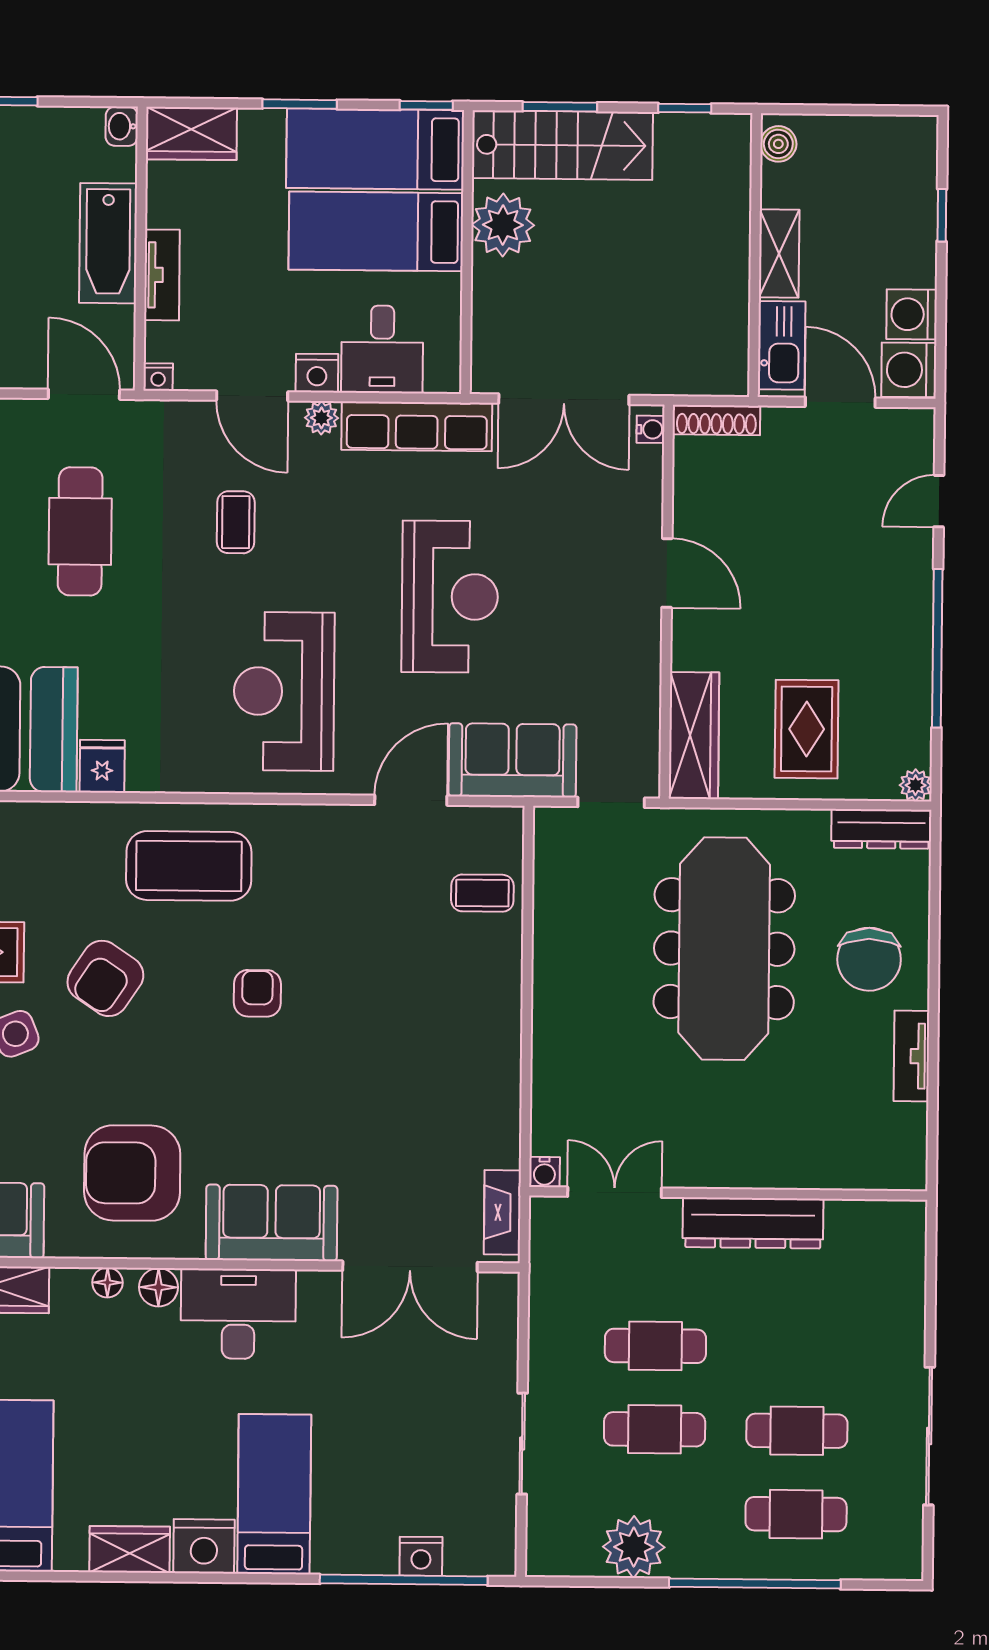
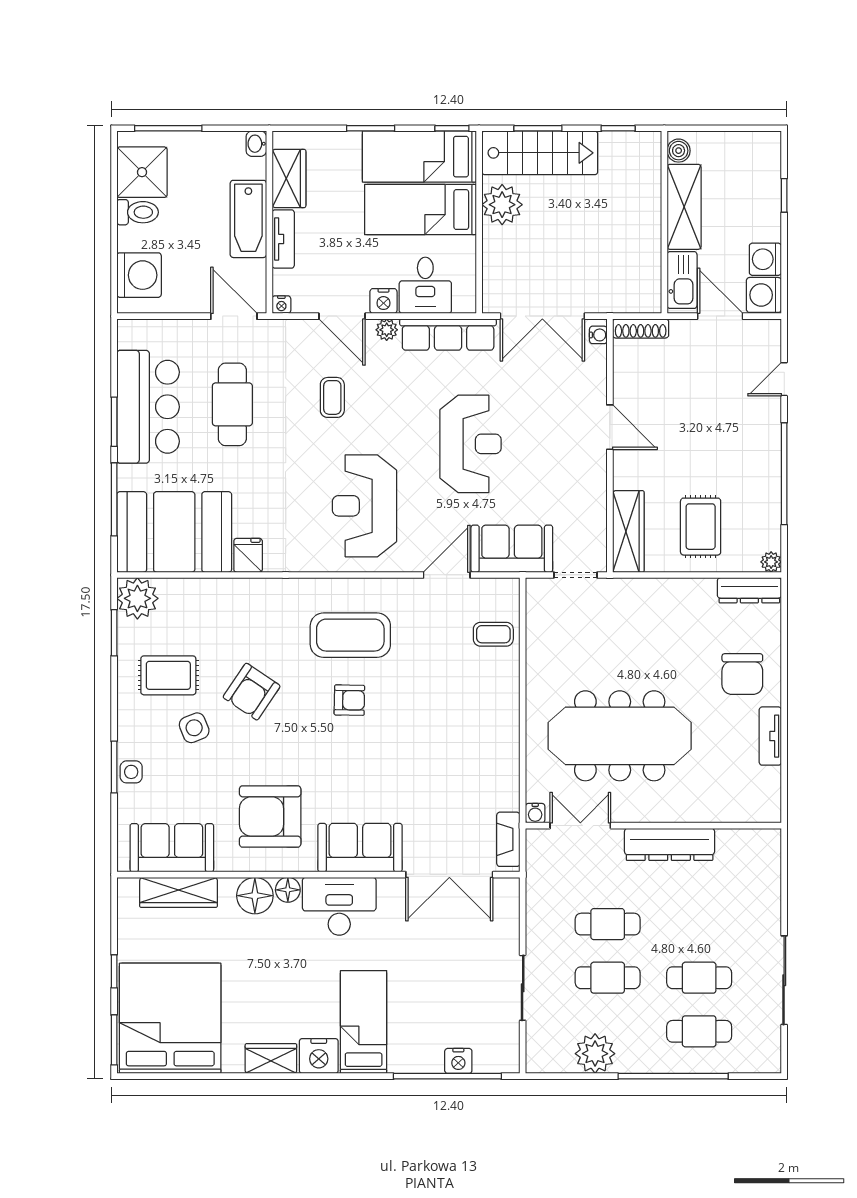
wardrobe: (191, 133) -> (289, 178), moved, turned -90
shelving: (779, 253) -> (684, 207), width x1.50, depth x1.33
coffee table: (189, 866) -> (350, 635), moved
meeting table: (724, 949) -> (620, 736), moved, turned 90
armchair: (257, 993) -> (349, 700), turned 91
floor lamp: (107, 1282) -> (255, 896), width x1.89, depth x1.89

